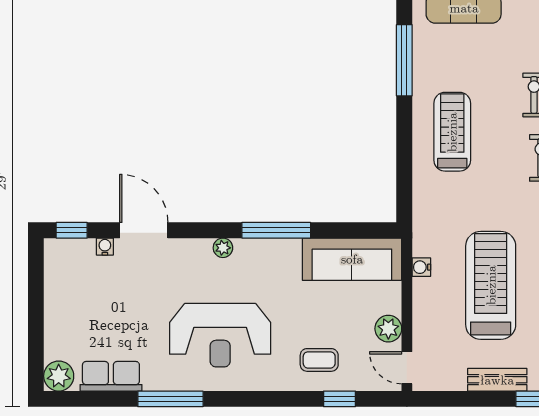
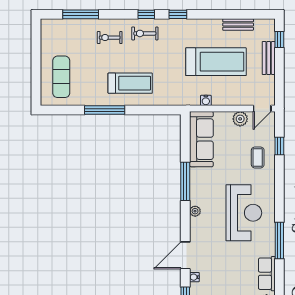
window: (404, 60) -> (105, 110), moved
treadmill: (452, 132) -> (130, 83), turned 180
treadmill: (491, 285) -> (216, 62), turned 180

